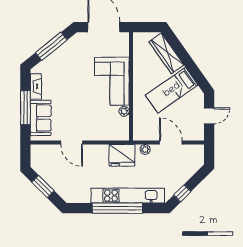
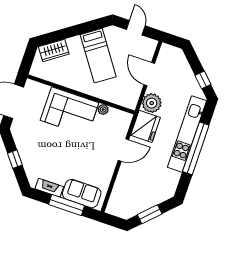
window: (51, 46) -> (15, 159), width x0.46
wardrobe: (167, 53) -> (54, 50), width x0.67
door: (72, 143) -> (123, 150), moved
door: (171, 143) -> (149, 74), hinge flipped
plant: (145, 149) -> (152, 103), width x1.87, depth x1.87

